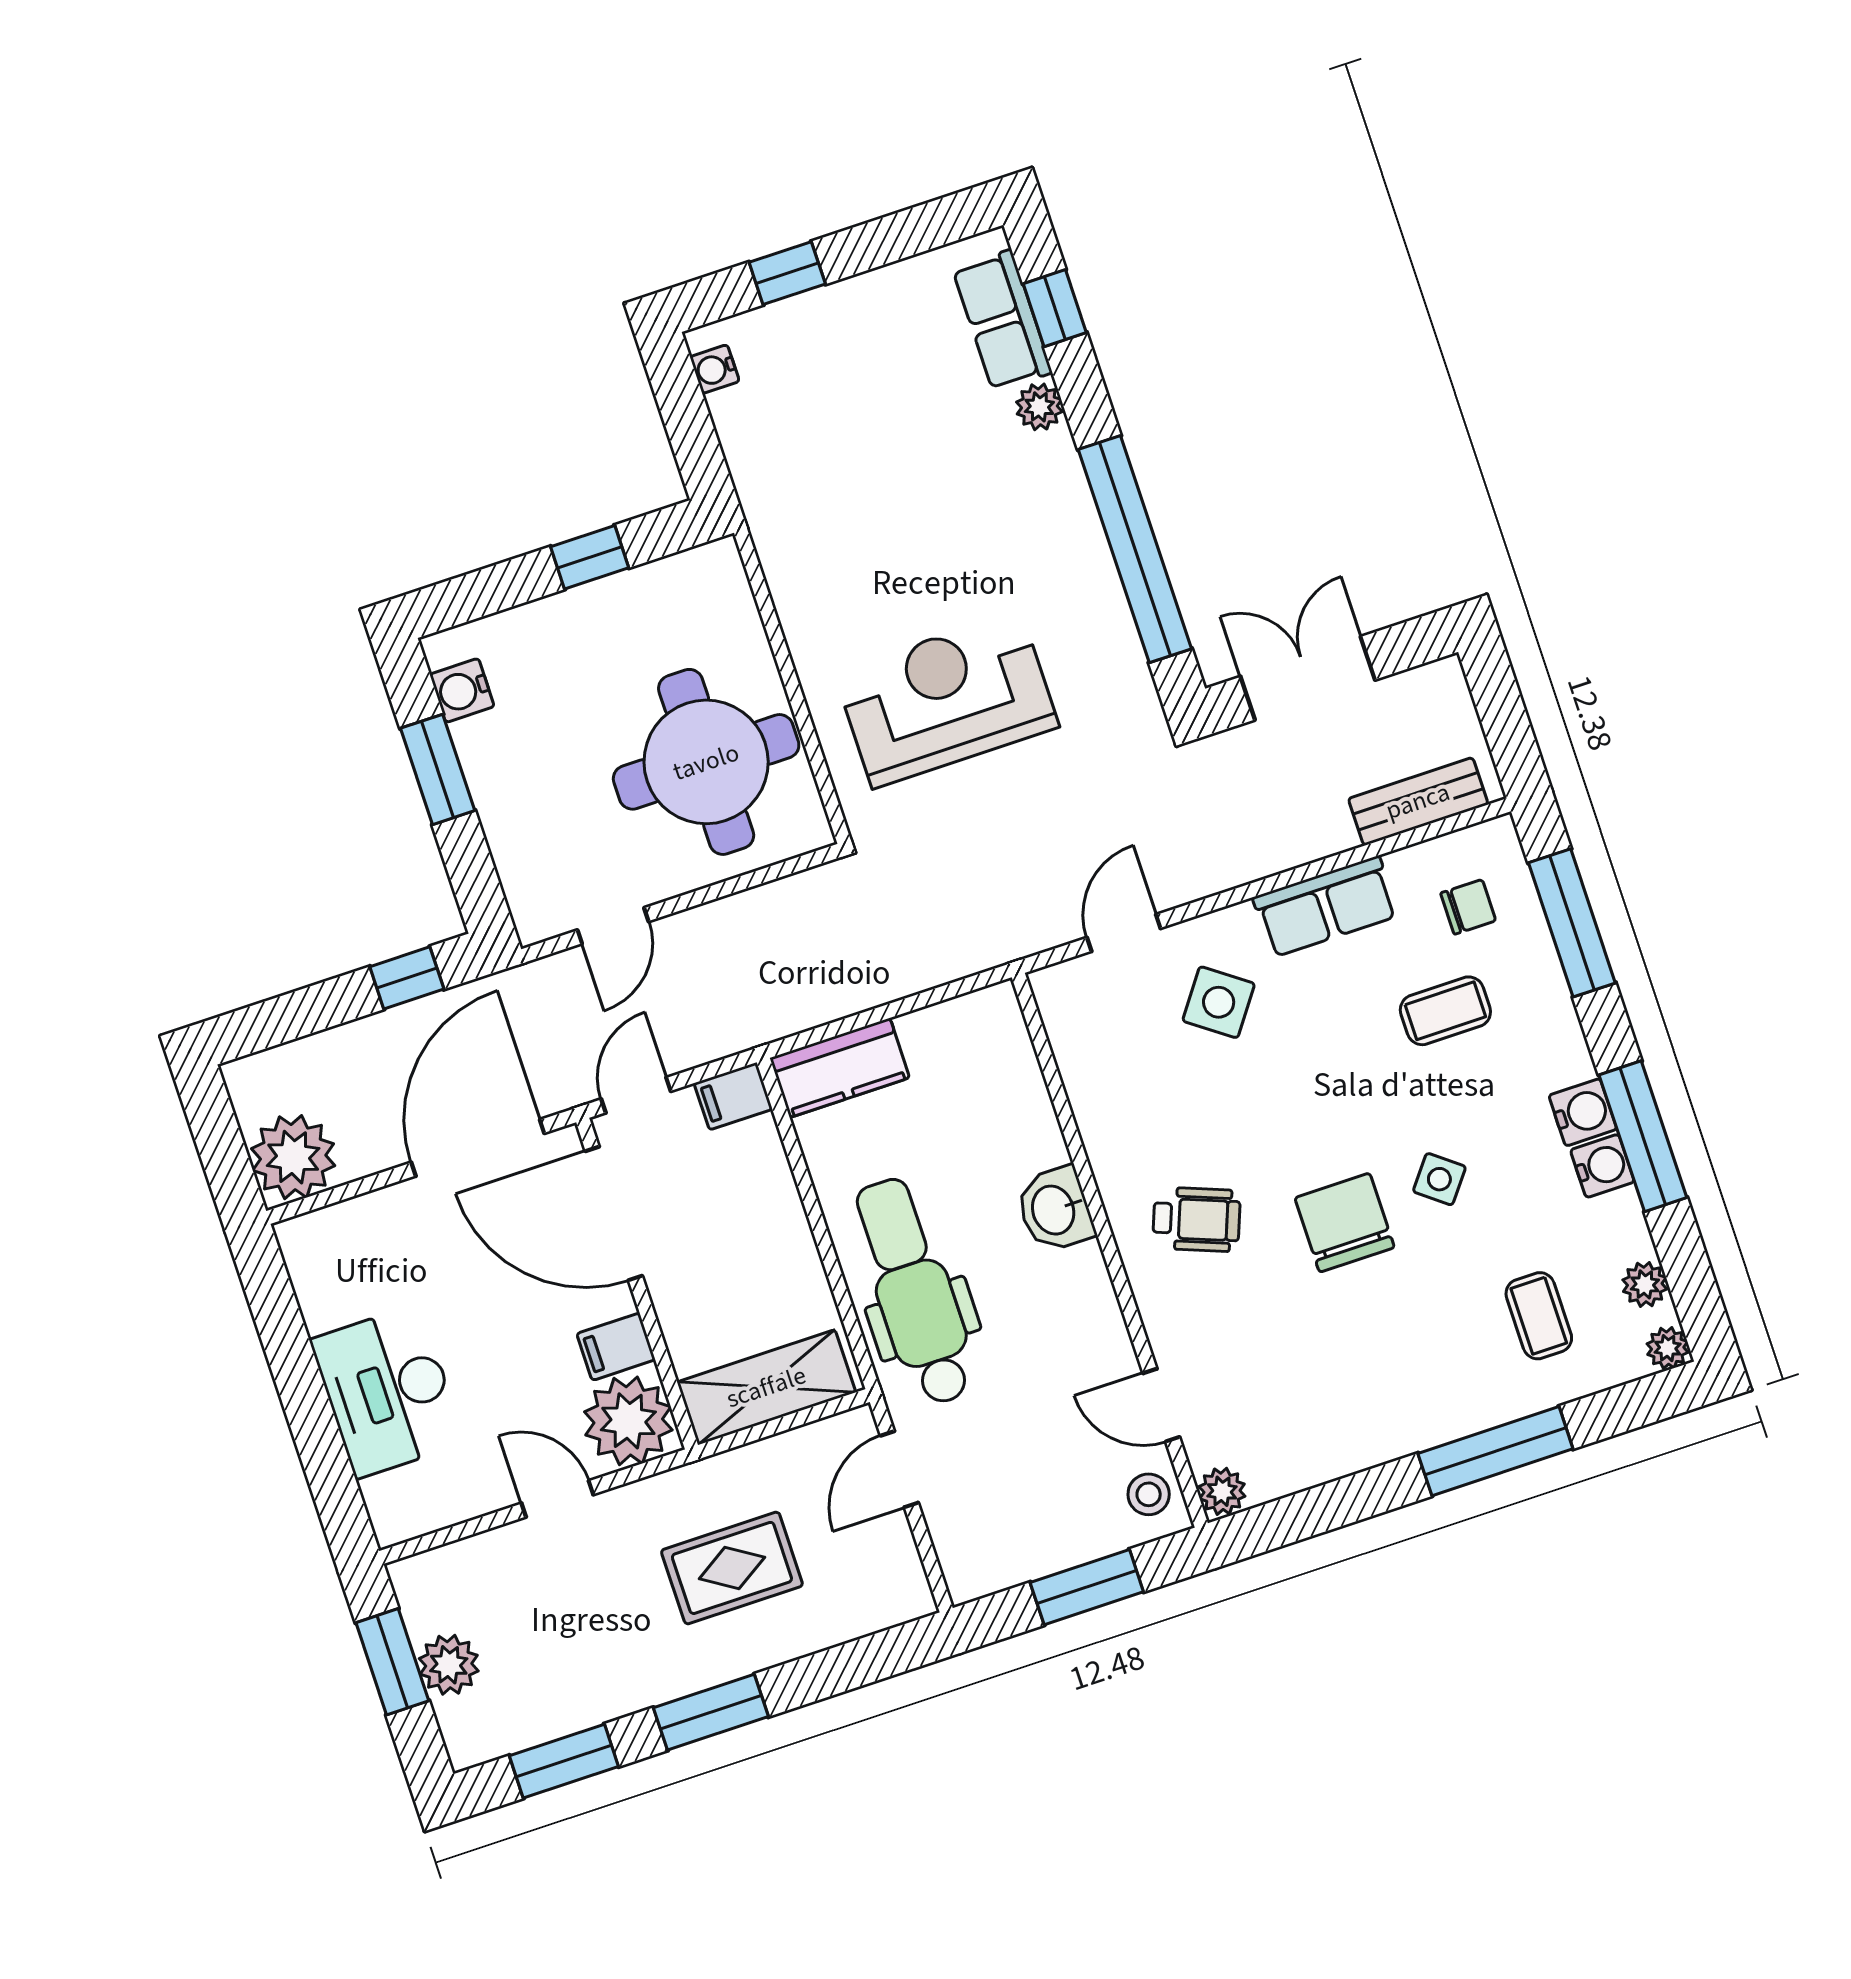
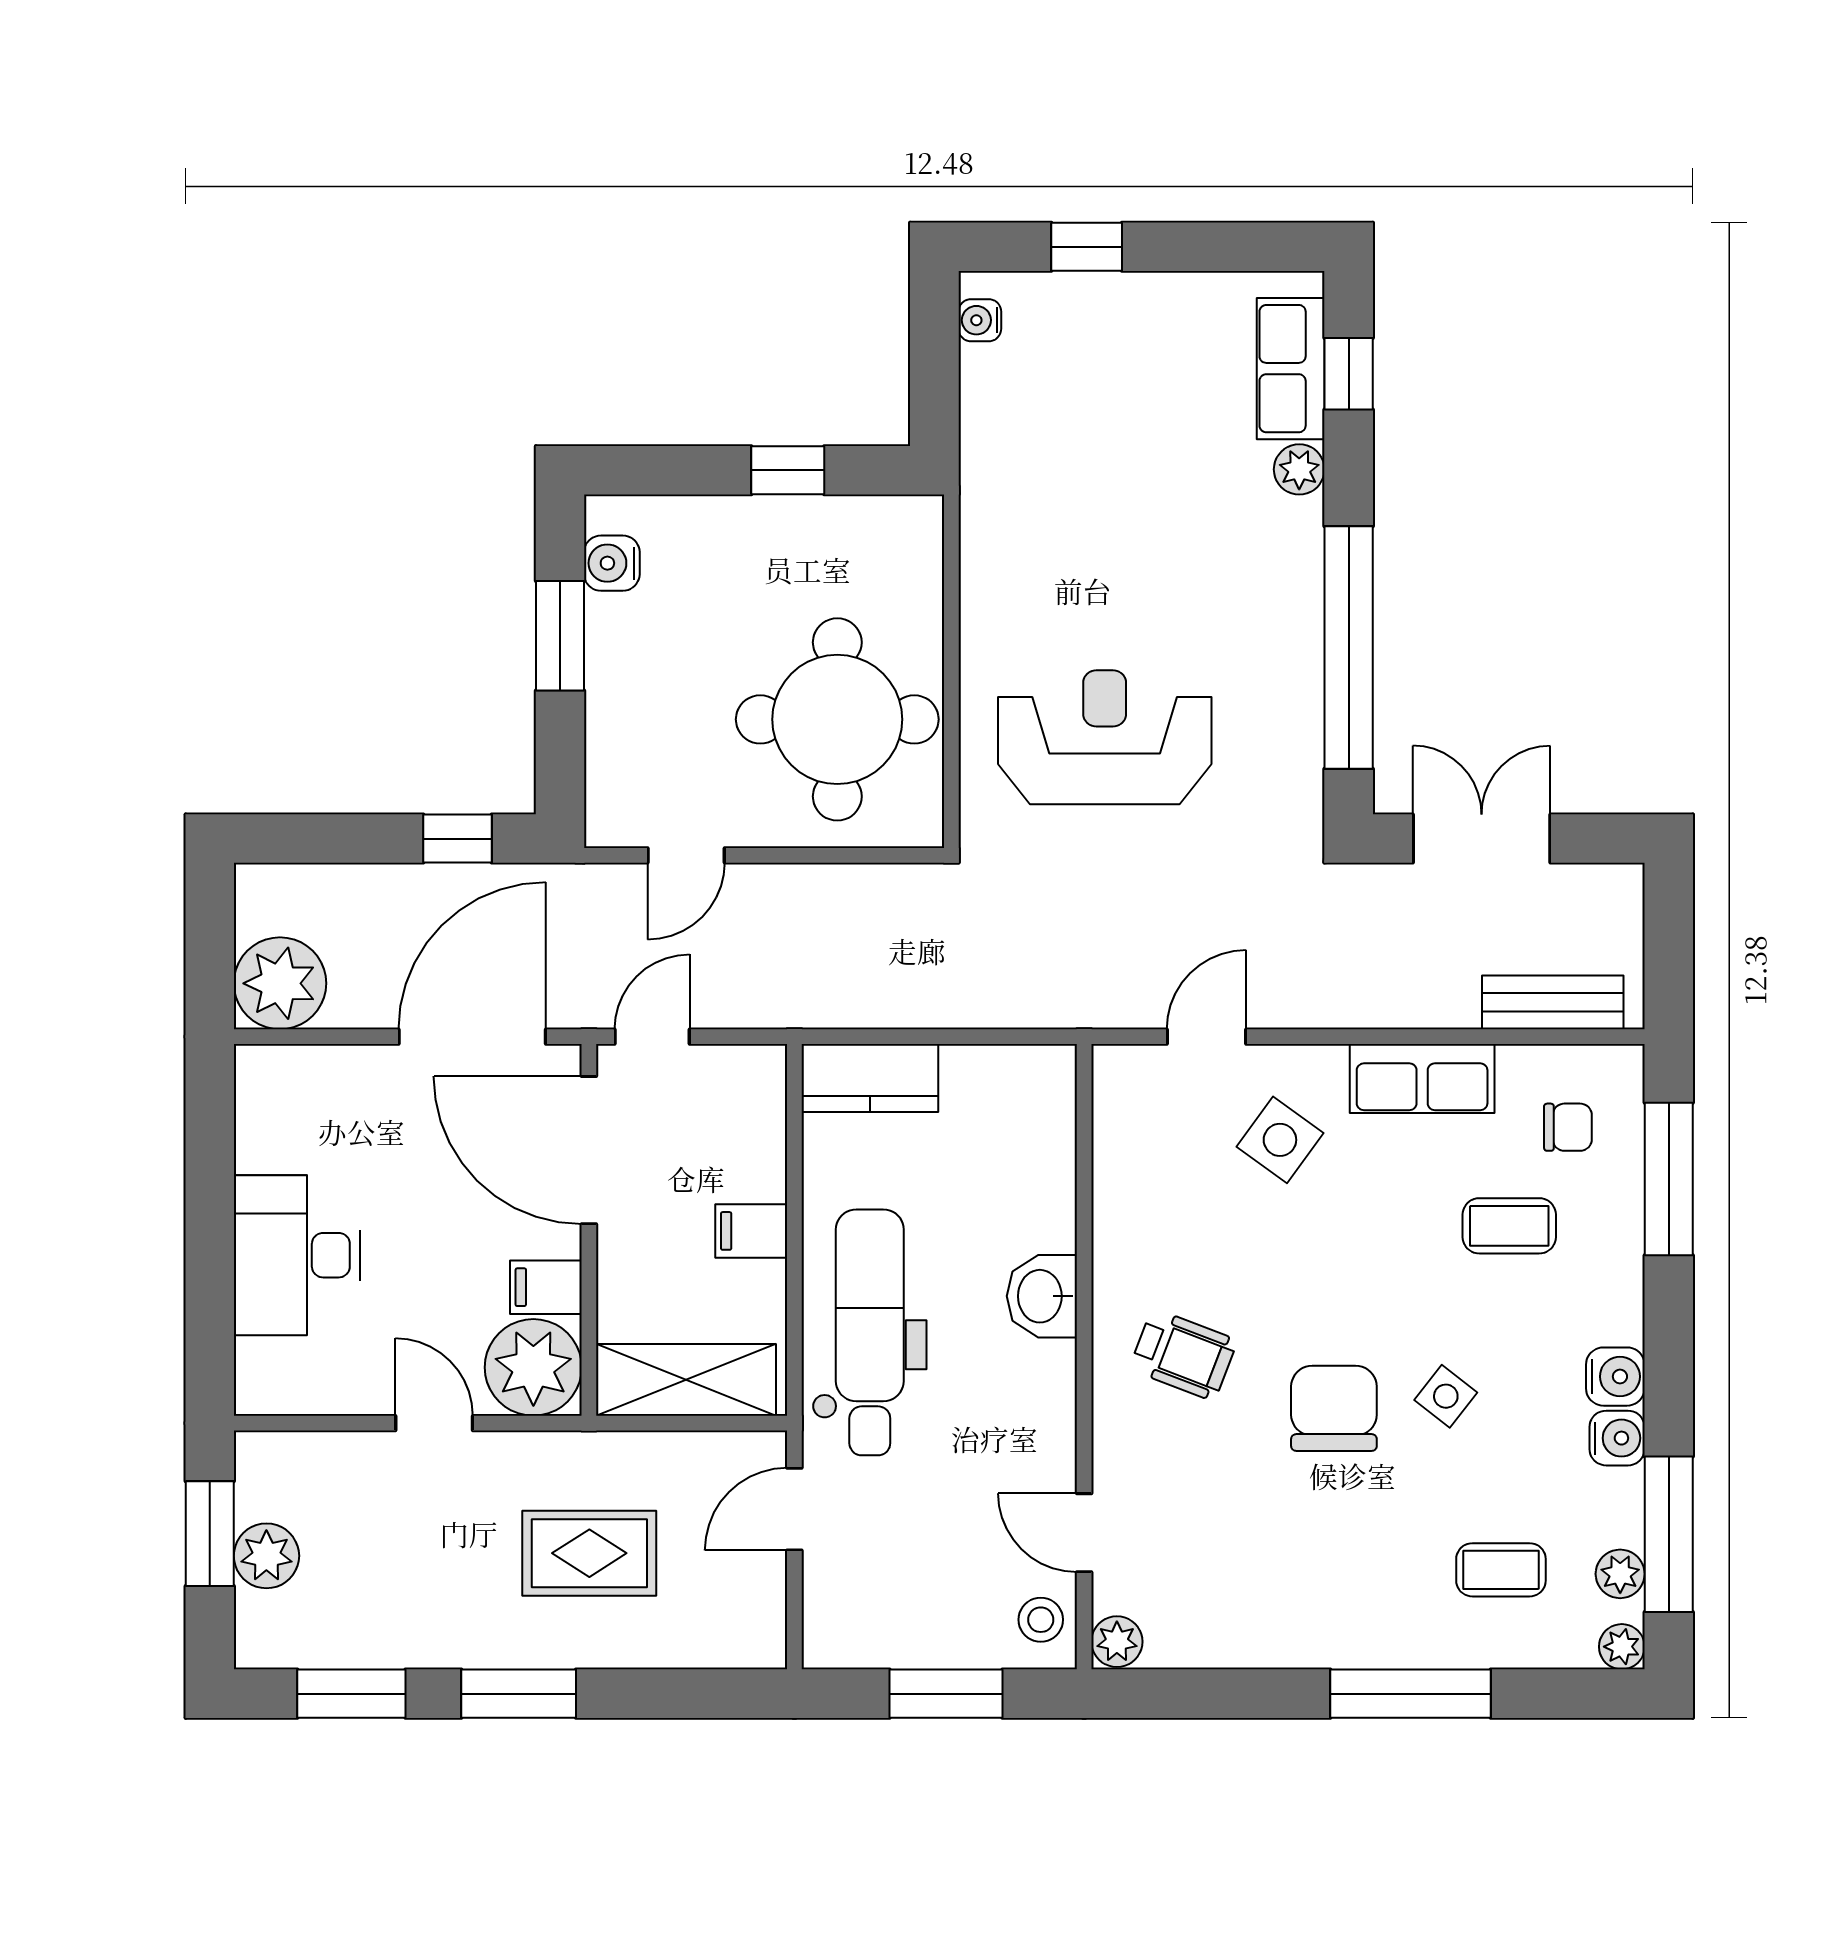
filing cabinet: (733, 1096) -> (751, 1231), moved
window: (1643, 1136) -> (1669, 1534), moved
coffee table: (1539, 1316) -> (1501, 1570), turned 90

